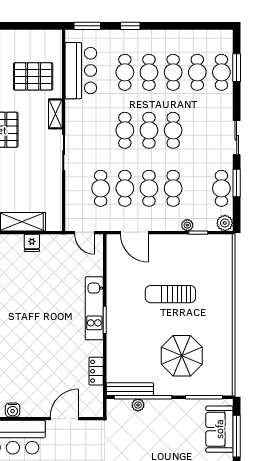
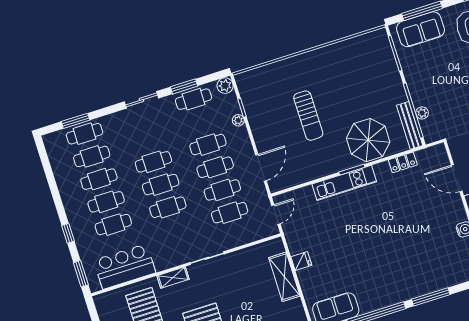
parasol: (182, 356) -> (368, 140), moved

